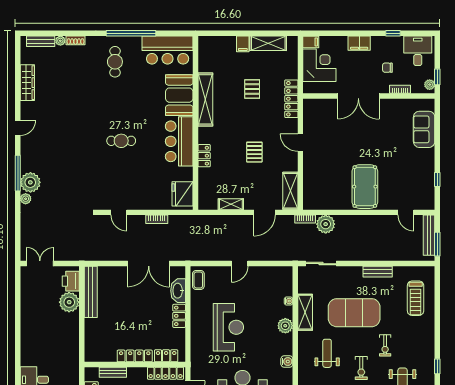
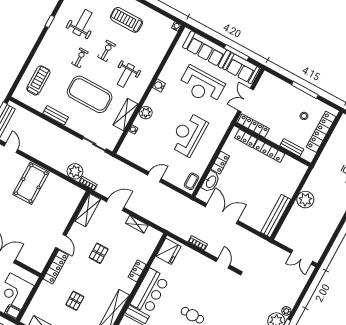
locker: (291, 99) -> (56, 267), moved
printer: (71, 281) -> (286, 232), removed
plant: (69, 302) -> (305, 200), moved

